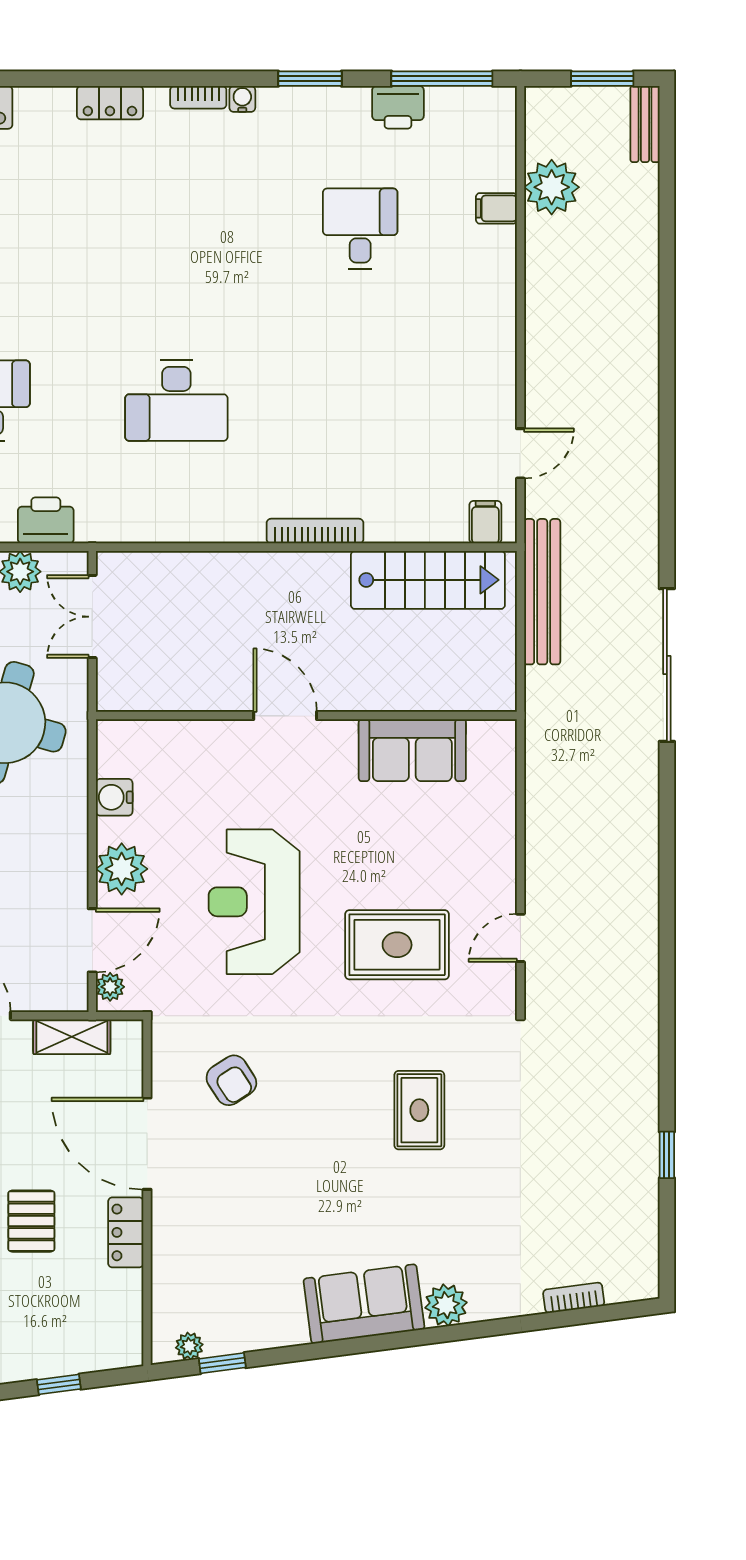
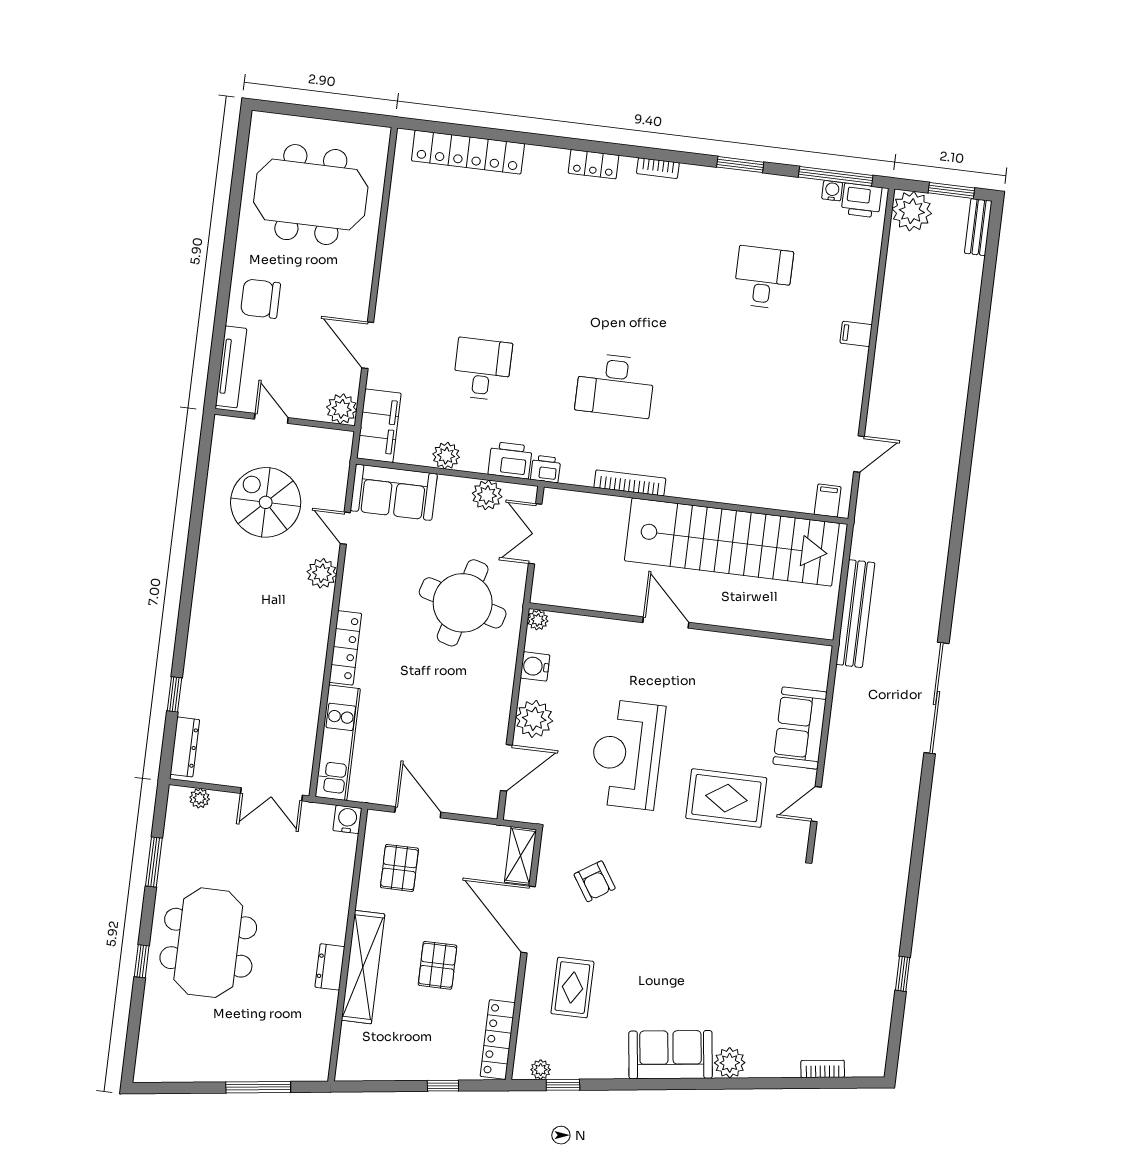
water cooler: (242, 99) -> (832, 191), moved
printer: (398, 107) -> (862, 200), moved
plant: (552, 187) -> (912, 211), moved
filing cabinet: (496, 208) -> (856, 334), moved
printer: (96, 526) -> (546, 469), added
bookcase: (315, 531) -> (630, 483), moved
stairs: (428, 580) -> (732, 542), width x1.86, depth x1.51
bench: (542, 592) -> (855, 614), moved
sliding door: (667, 665) -> (936, 698), moved
sofa: (412, 750) -> (800, 728), moved, turned 90
plant: (110, 987) -> (538, 620), moved
shelving: (72, 1037) -> (520, 856), moved, turned 90
rug: (419, 1110) -> (572, 988), moved
locker: (126, 1232) -> (498, 1039), moved, width x1.53

